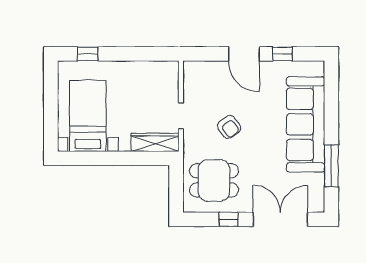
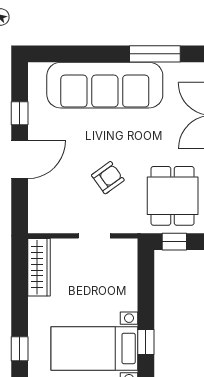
wardrobe: (155, 142) -> (39, 267), moved, turned 180
window: (93, 158) -> (146, 342), added
window: (176, 182) -> (174, 242), added

